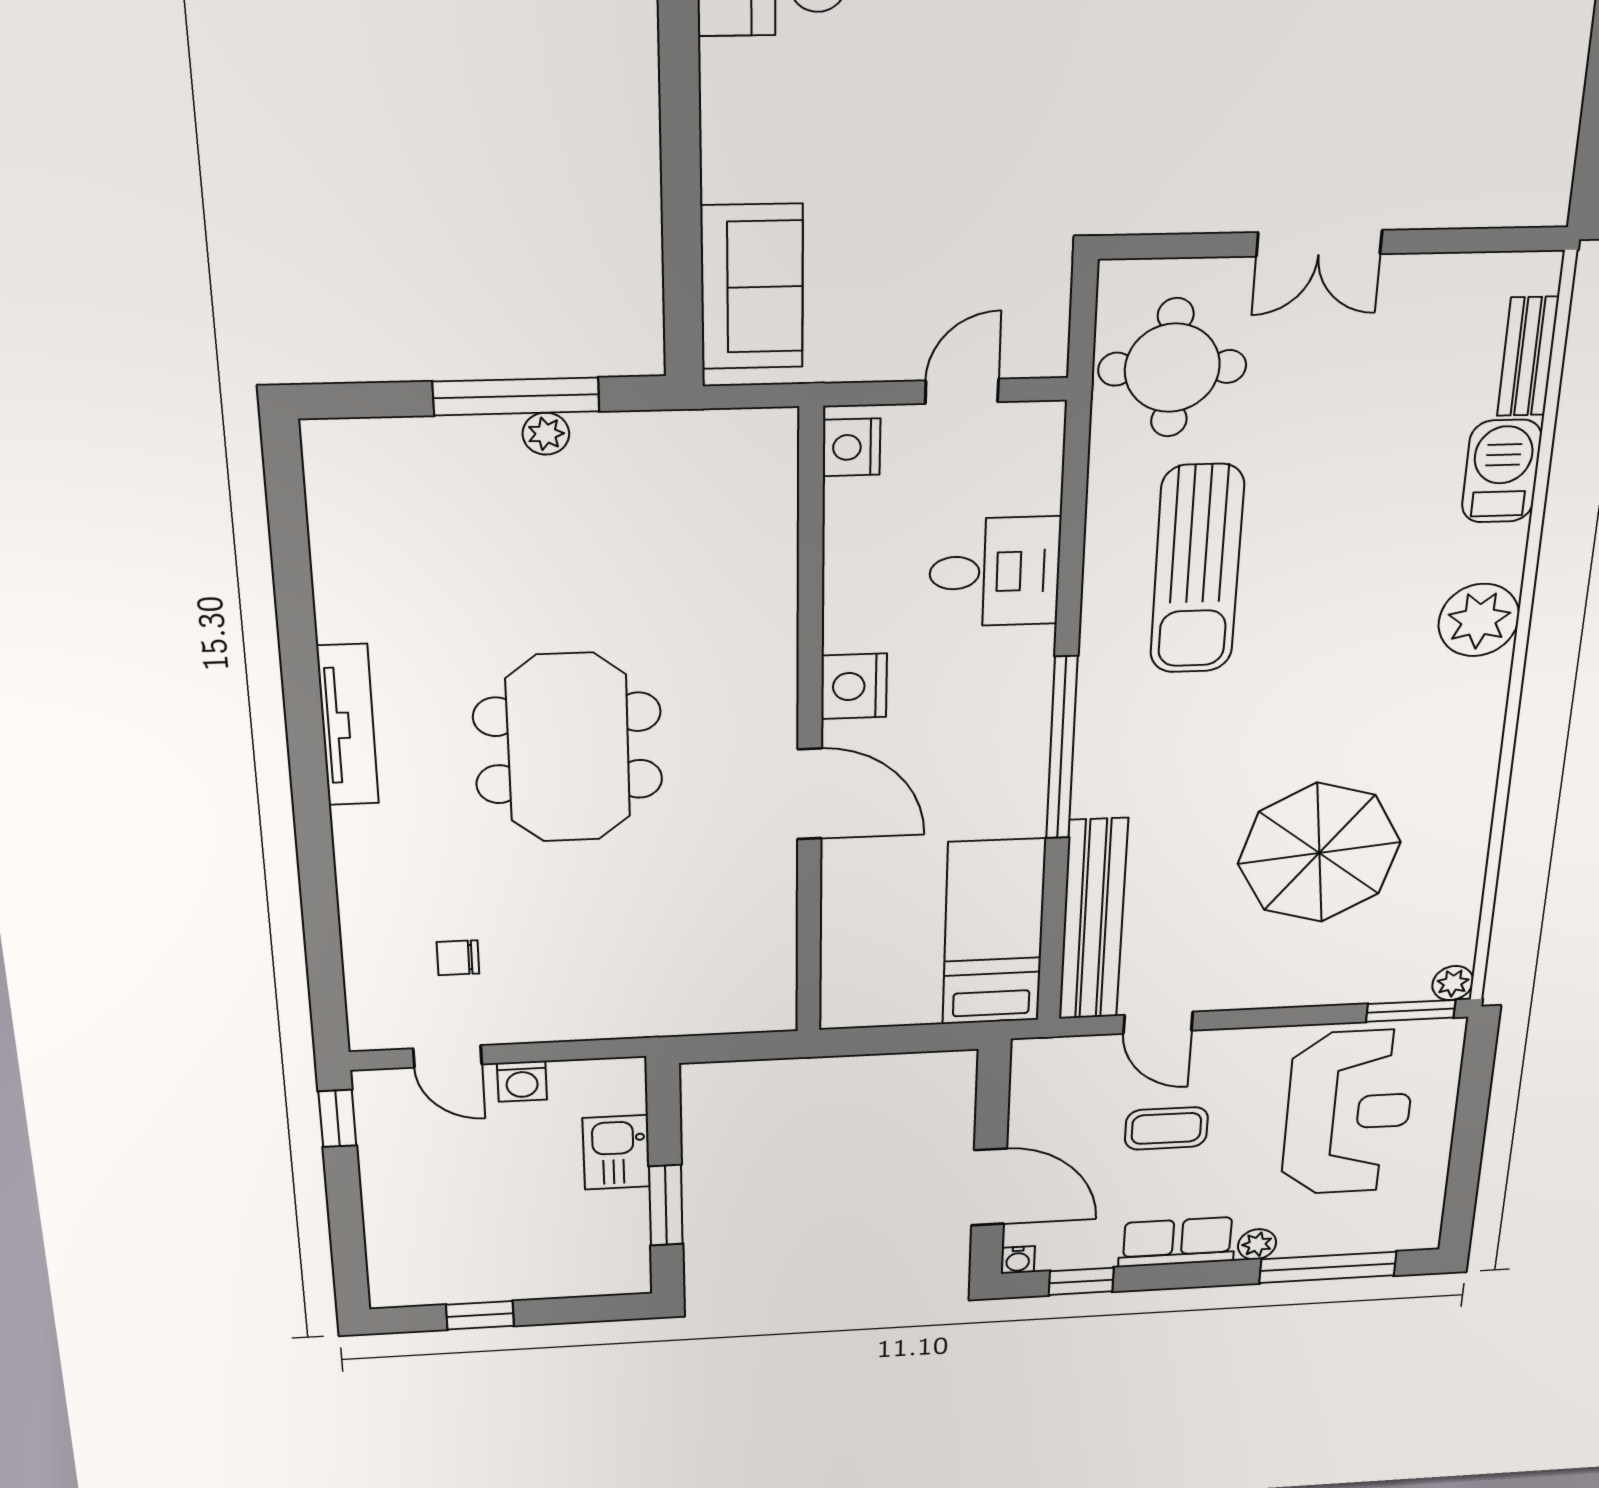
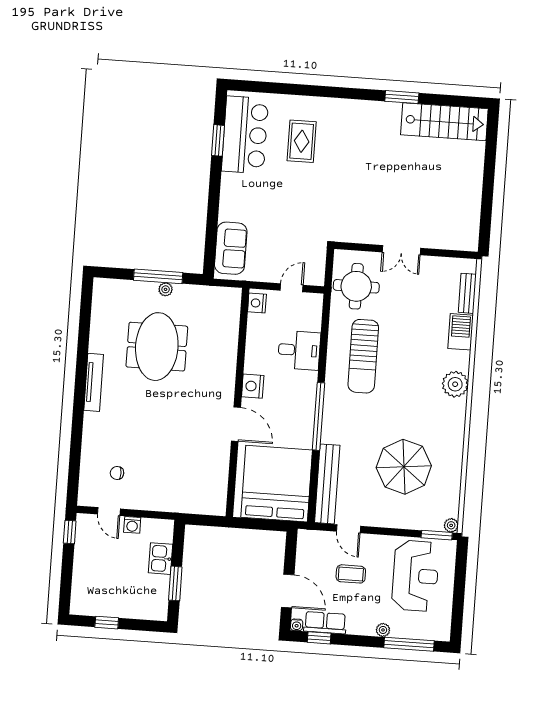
meeting table: (568, 748) -> (157, 347), moved
bed: (994, 932) -> (277, 484), width x2.04
row of seats: (1177, 1242) -> (325, 623), moved

